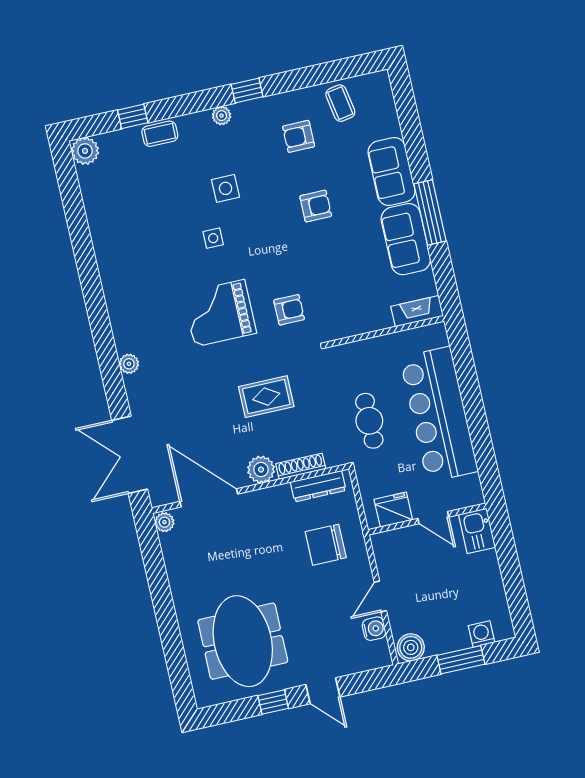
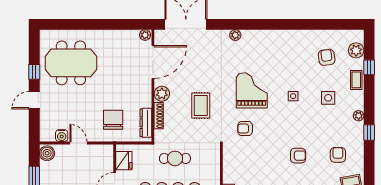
plant: (85, 151) -> (356, 50), moved
side table: (225, 188) -> (328, 98), moved
armchair: (132, 195) -> (327, 57), added
armchair: (316, 206) -> (298, 156), turned -90
armchair: (289, 310) -> (245, 129), turned 90

